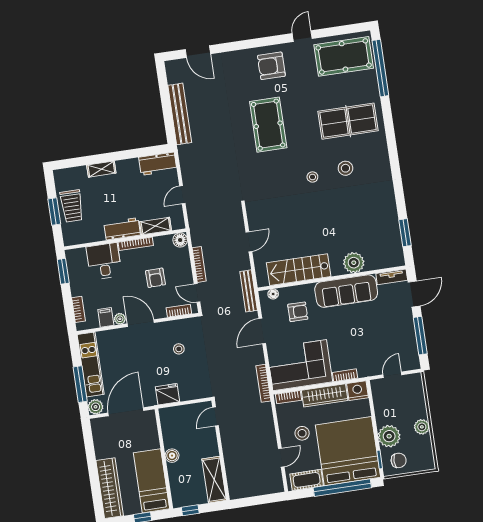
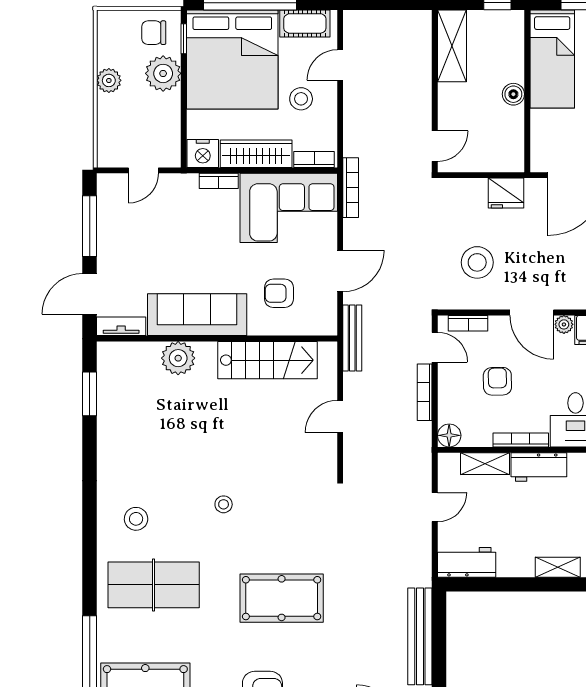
pool table: (268, 125) -> (282, 598), turned 90
stool: (345, 168) -> (136, 519), moved
floor lamp: (273, 294) -> (314, 327), removed
stool: (179, 349) -> (477, 262), width x1.89, depth x1.89

